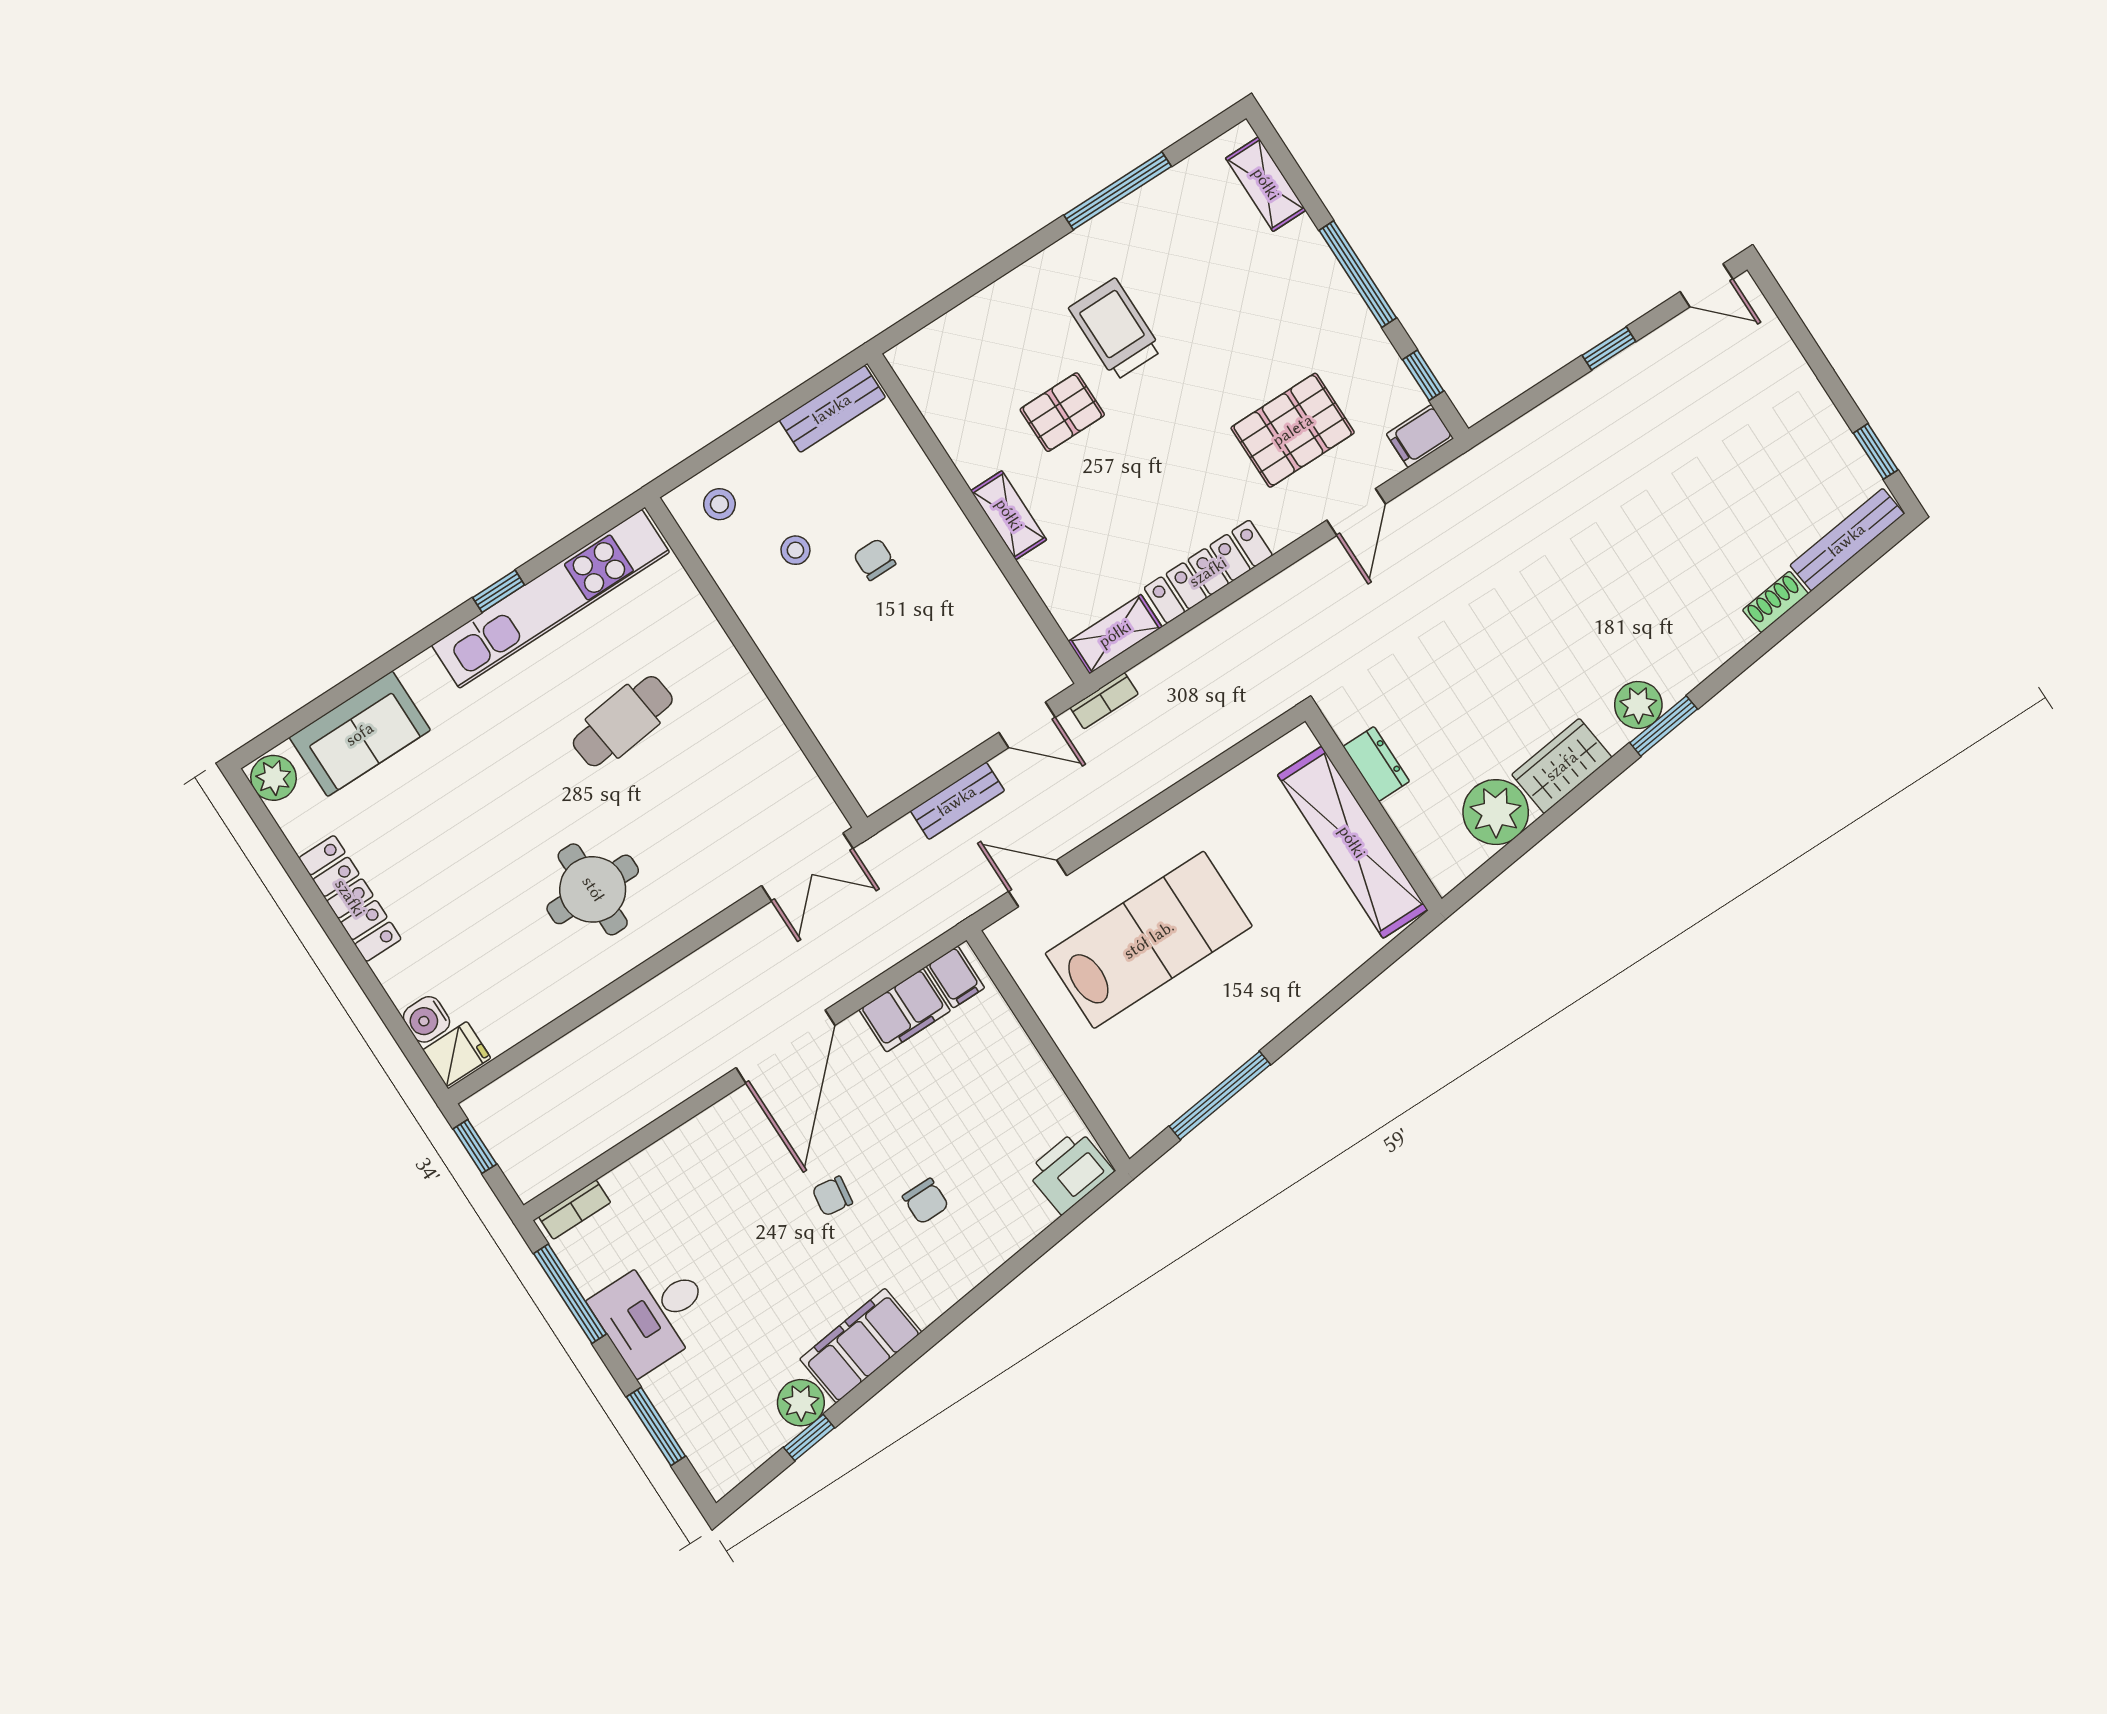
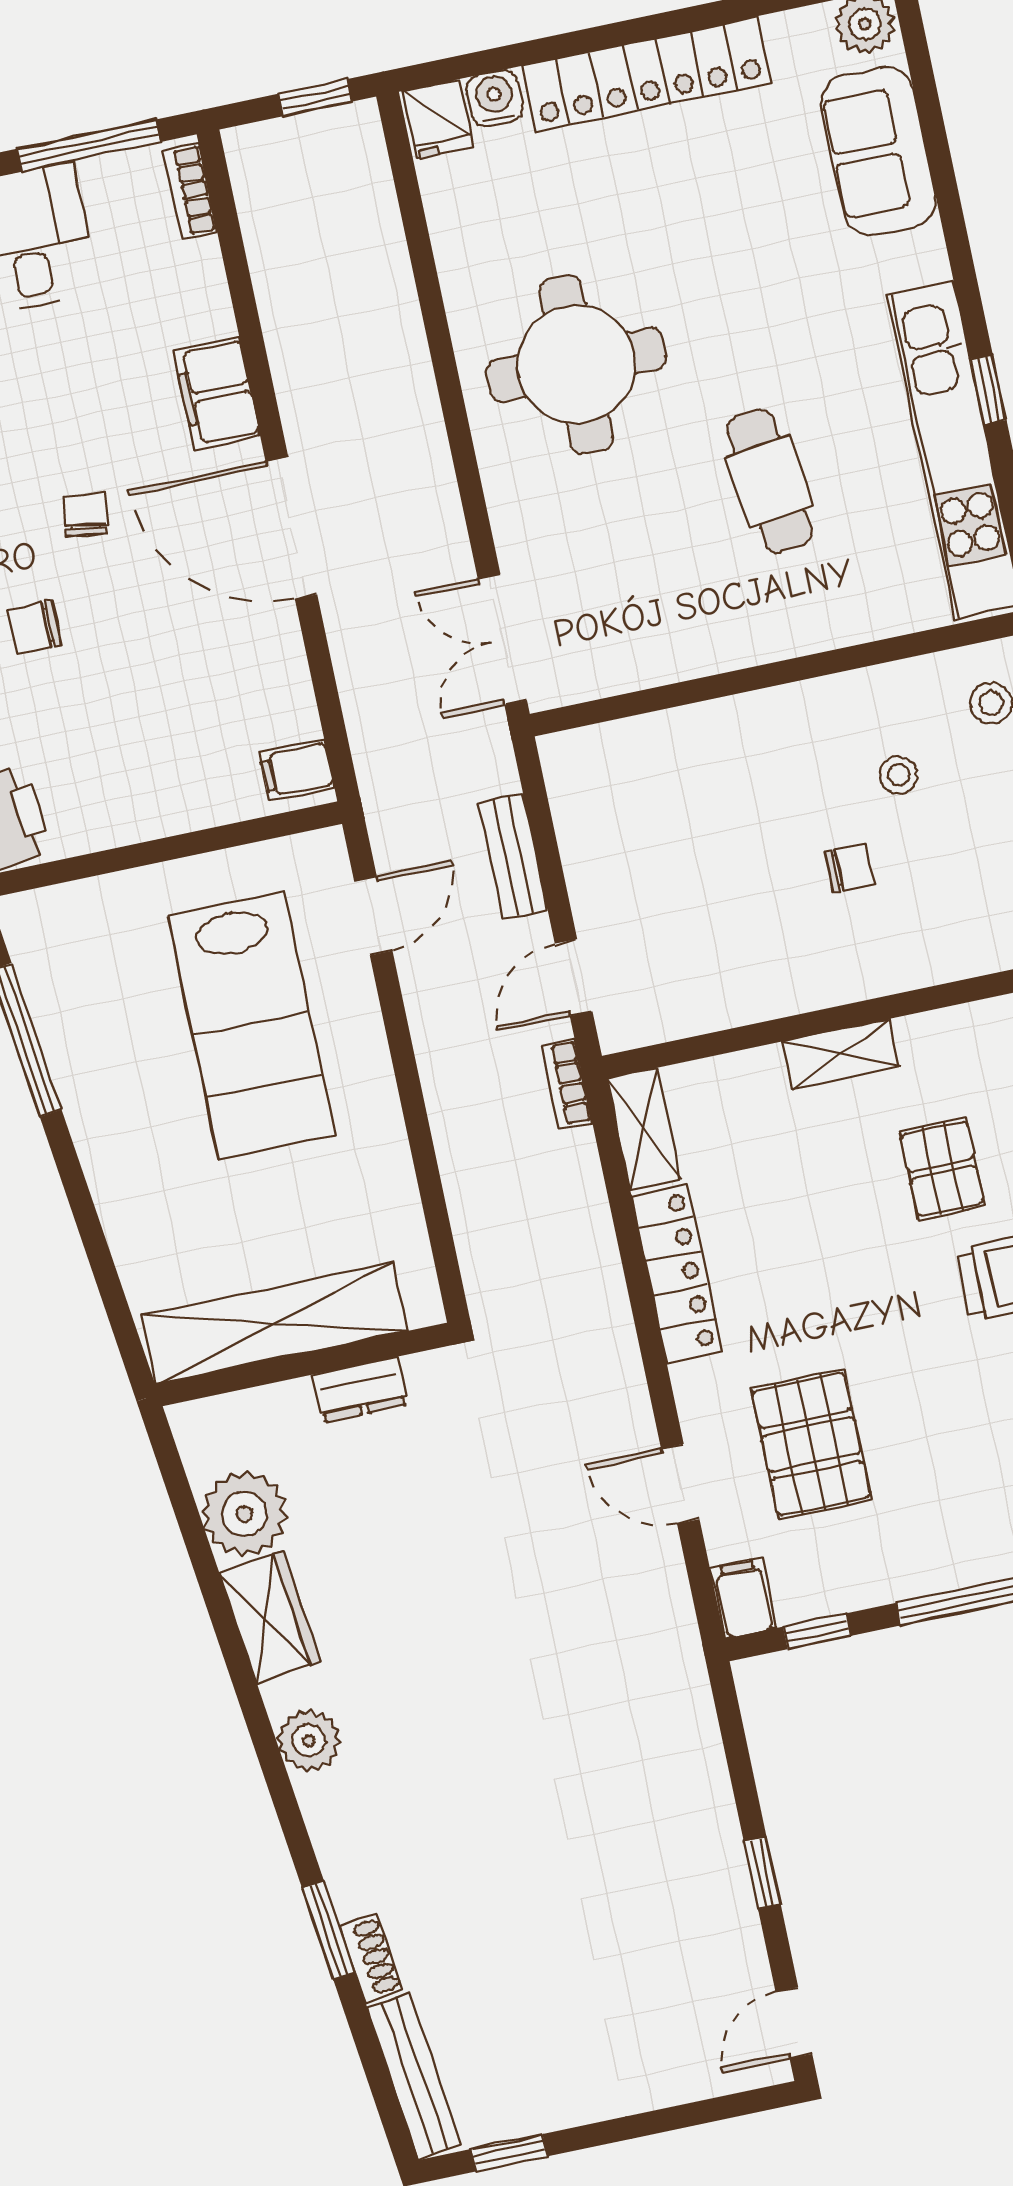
window: (1664, 726) -> (329, 1930), moved
round table: (593, 889) -> (576, 364), width x1.36, depth x1.36
locker: (350, 898) -> (647, 74), width x1.41, depth x1.21
filing cabinet: (905, 1010) -> (217, 393), moved

